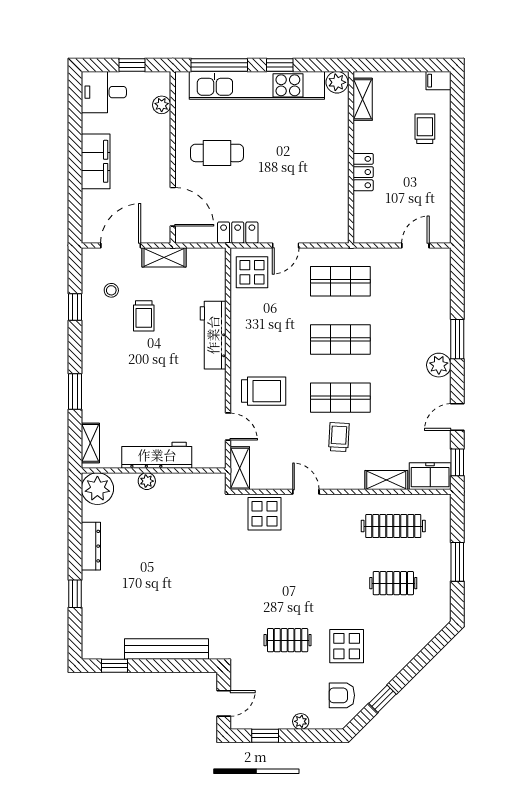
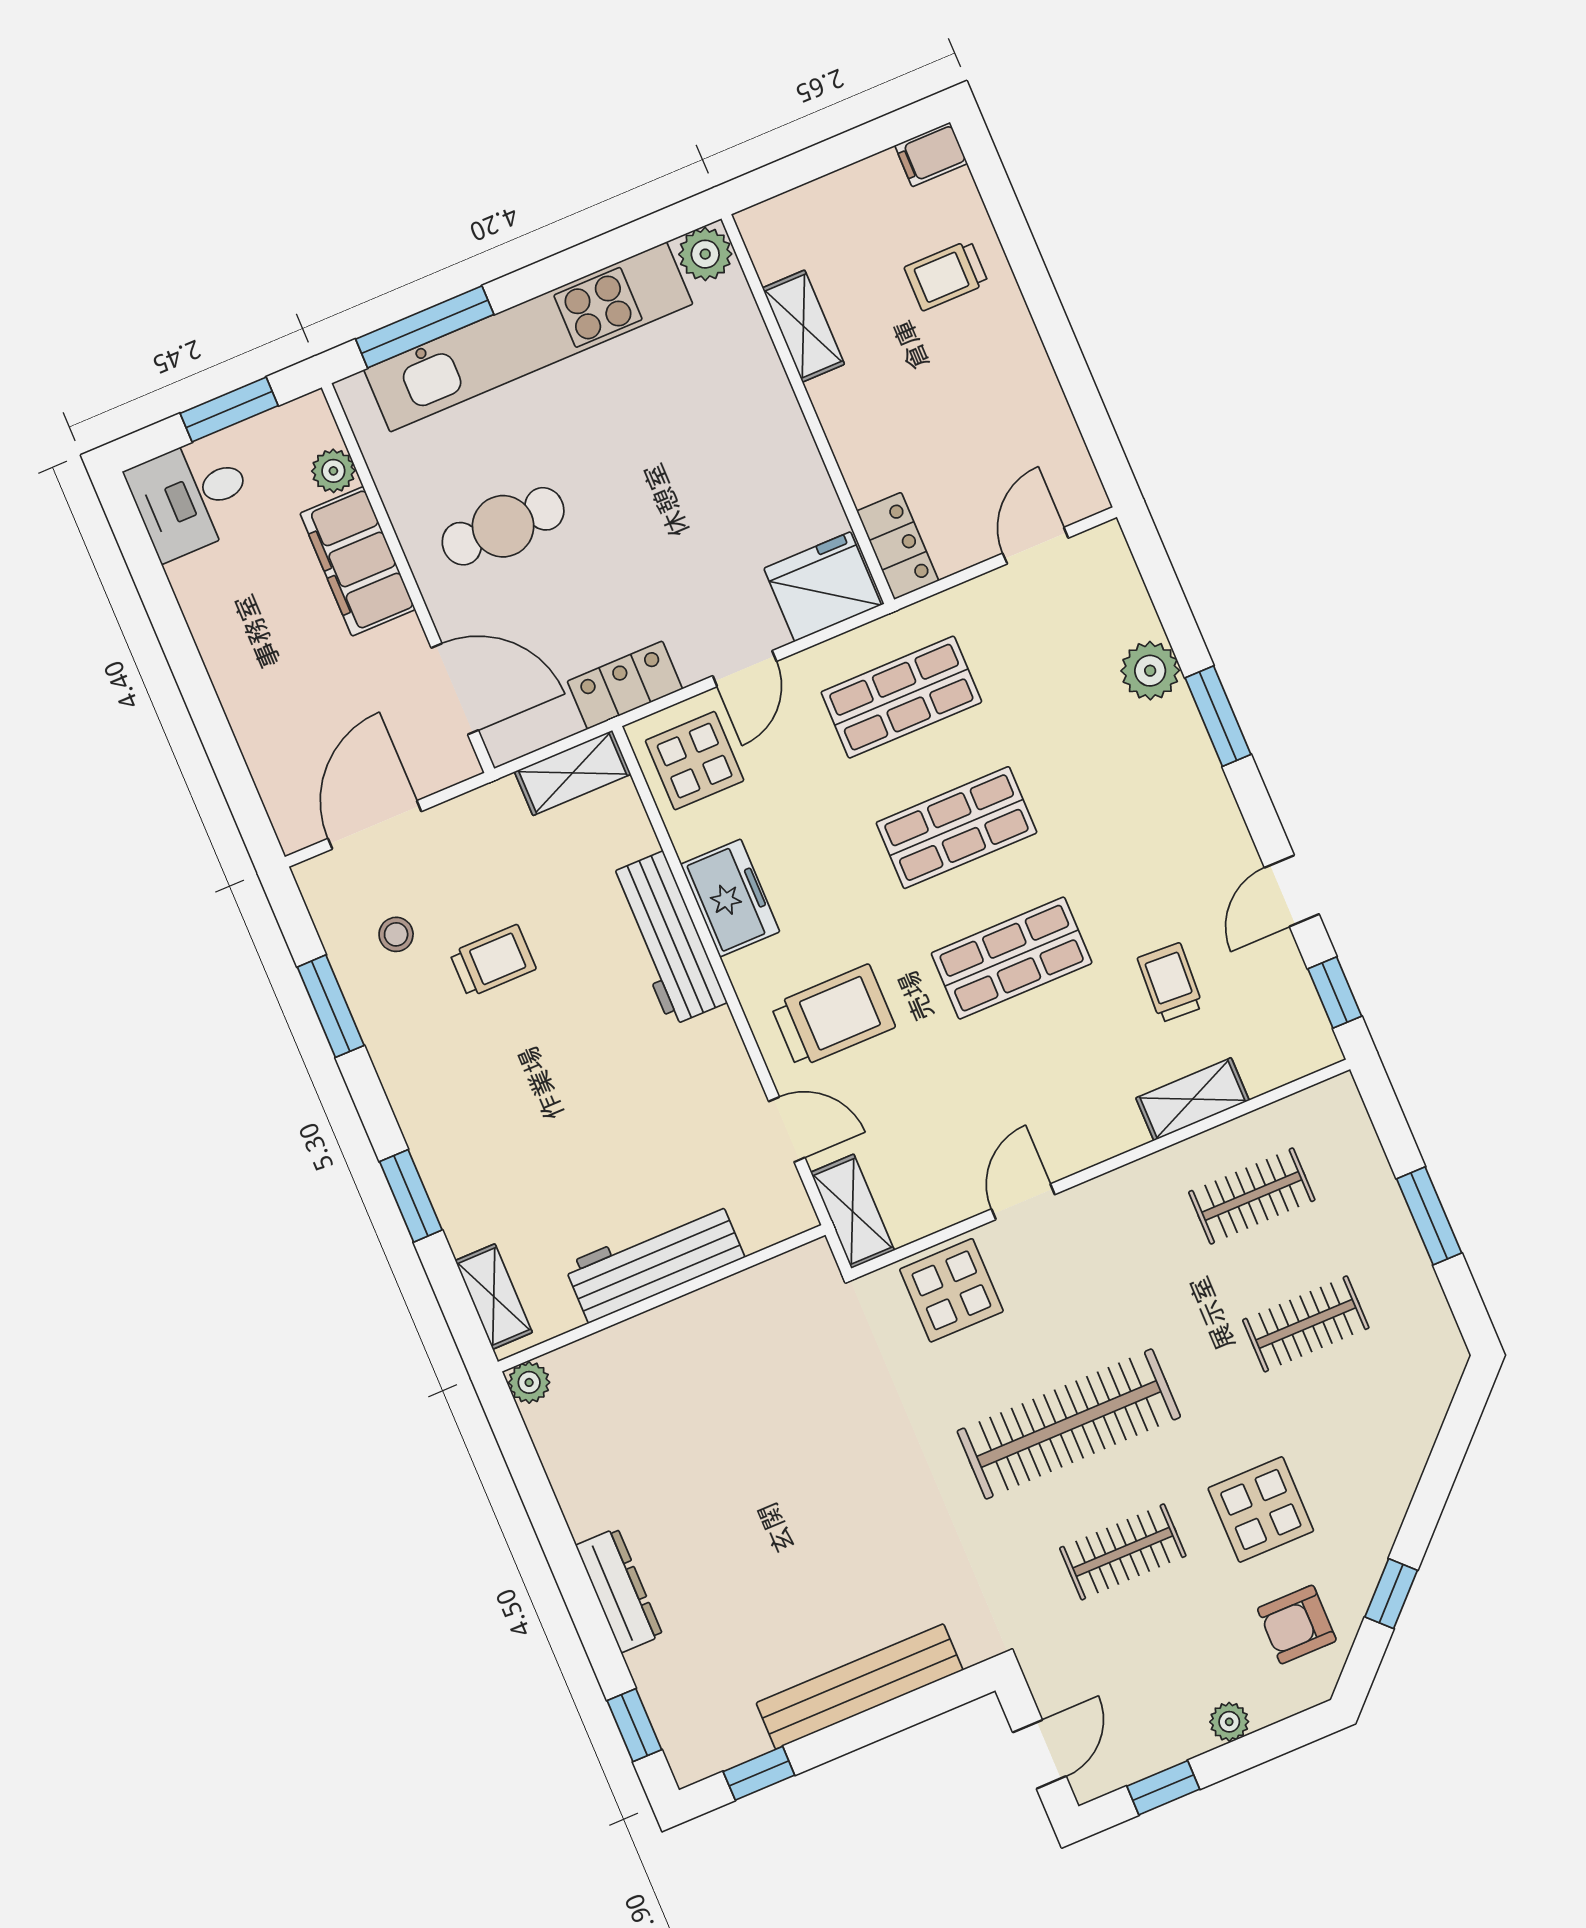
window: (132, 65) -> (229, 409), width x1.50
window: (280, 65) -> (561, 269), removed
shelving: (363, 99) -> (803, 326), moved
trolley: (425, 129) -> (946, 275), turned -90
filing cabinet: (96, 161) -> (358, 561), moved, turned 180
locker: (363, 172) -> (898, 546), moved
fridge: (328, 227) -> (823, 587), added
shelving: (164, 257) -> (573, 773), moved
window: (75, 307) -> (331, 1006), width x1.50
trolley: (144, 316) -> (493, 961), turned -90
plant: (439, 365) -> (1150, 671), moved
trolley: (339, 437) -> (1170, 983), moved
freezer: (430, 476) -> (730, 898), moved, turned 90
plant: (147, 481) -> (656, 1329), removed
plant: (97, 489) -> (529, 1382), width x0.53, depth x0.53
door: (306, 492) -> (1023, 1202), hinge flipped
clothes rail: (393, 526) -> (1252, 1196), width x0.73
dresser: (91, 546) -> (619, 1590), moved
clothes rail: (288, 583) -> (1069, 1424), added
window: (75, 594) -> (634, 1725), moved

